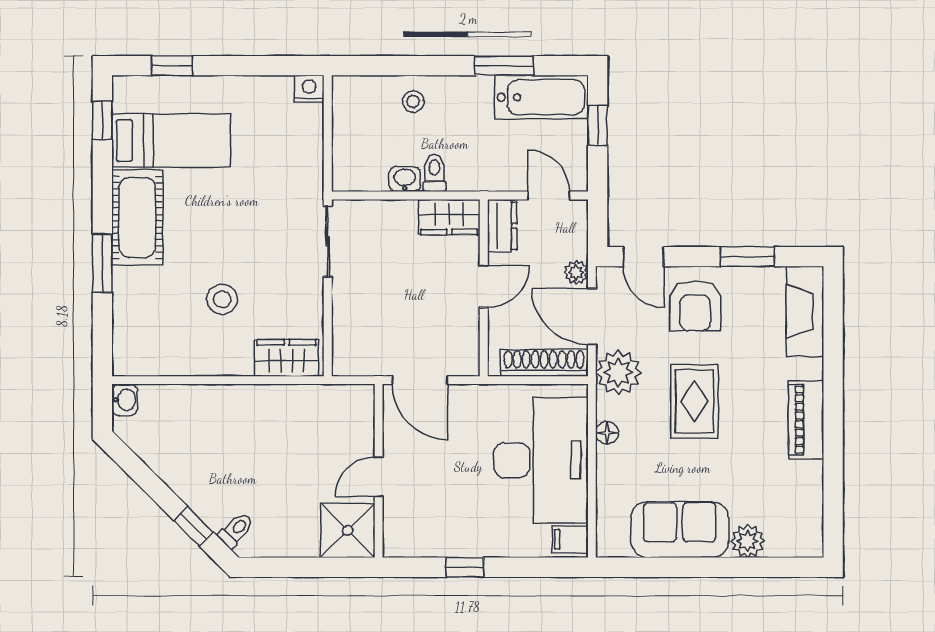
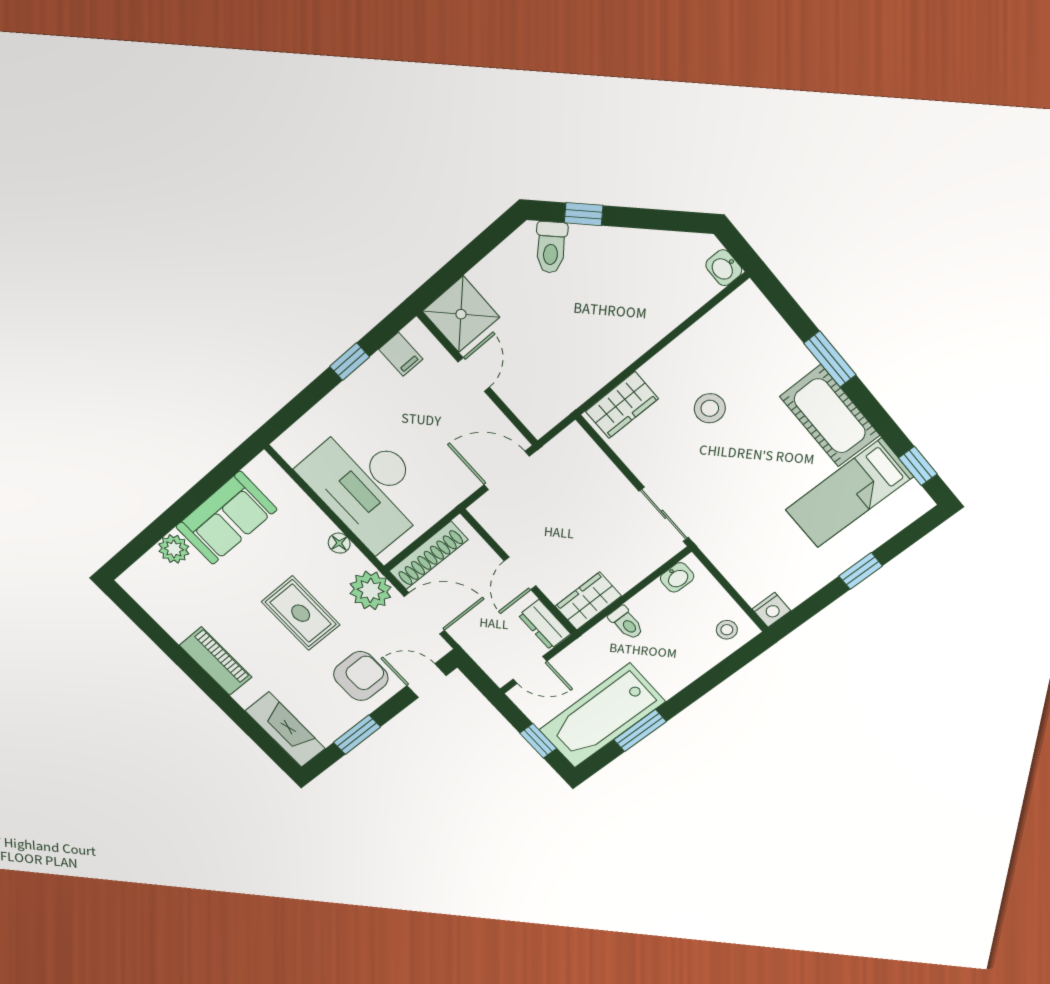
window: (172, 66) -> (861, 571), moved
bathtub: (541, 97) -> (602, 716), width x1.36, depth x1.36
stool: (413, 101) -> (727, 630), moved
washbasin: (405, 179) -> (677, 577), moved
plant: (576, 272) -> (463, 634), removed
armchair: (695, 306) -> (361, 676), turned 90
toilet: (236, 530) -> (551, 247), width x1.37, depth x1.39
filing cabinet: (570, 539) -> (401, 354), moved, turned 90

